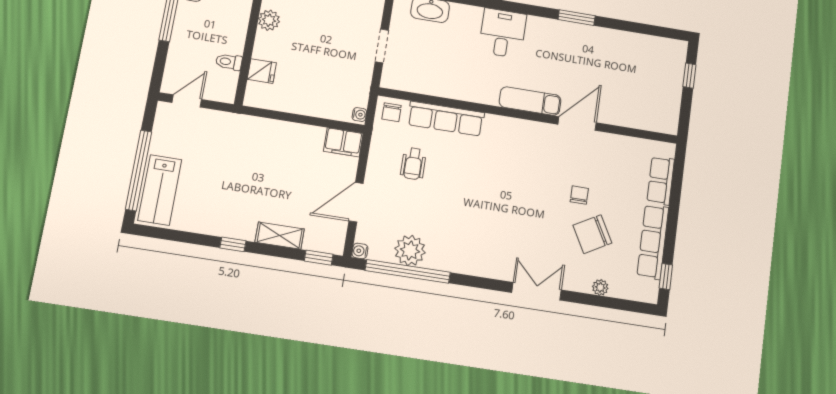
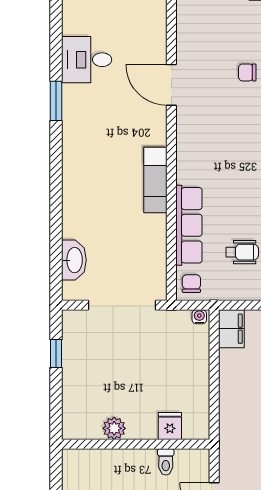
desk: (503, 33) -> (87, 60), moved
doorway: (382, 46) -> (122, 305), width x1.88
exam couch: (530, 101) -> (155, 180), moved
chair: (391, 112) -> (191, 284), turned -90

